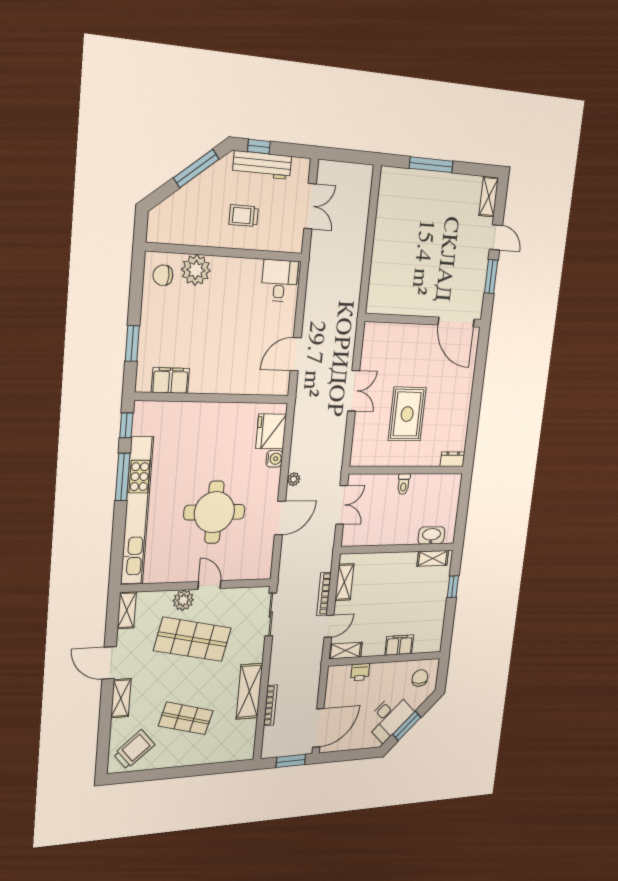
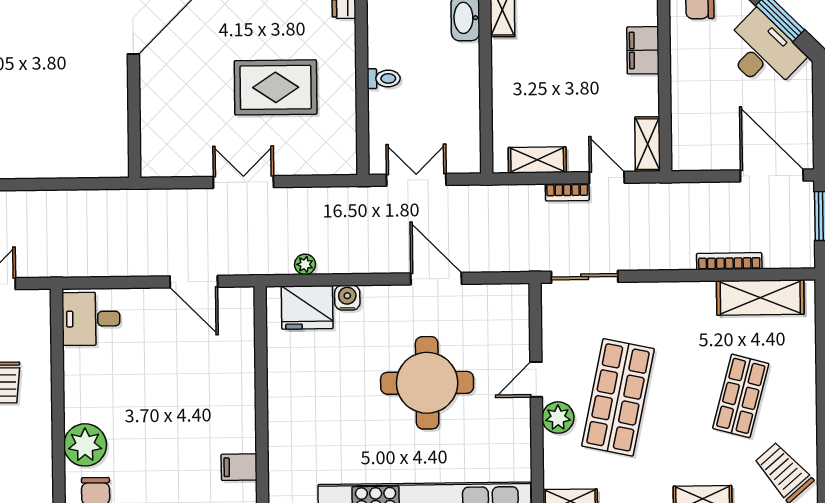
filing cabinet: (170, 380) -> (239, 467), width x0.50
plant: (294, 479) -> (305, 264), moved
bookcase: (324, 594) -> (567, 192), width x0.64
printer: (360, 672) -> (684, 114), removed
shelving: (249, 691) -> (760, 298), moved

